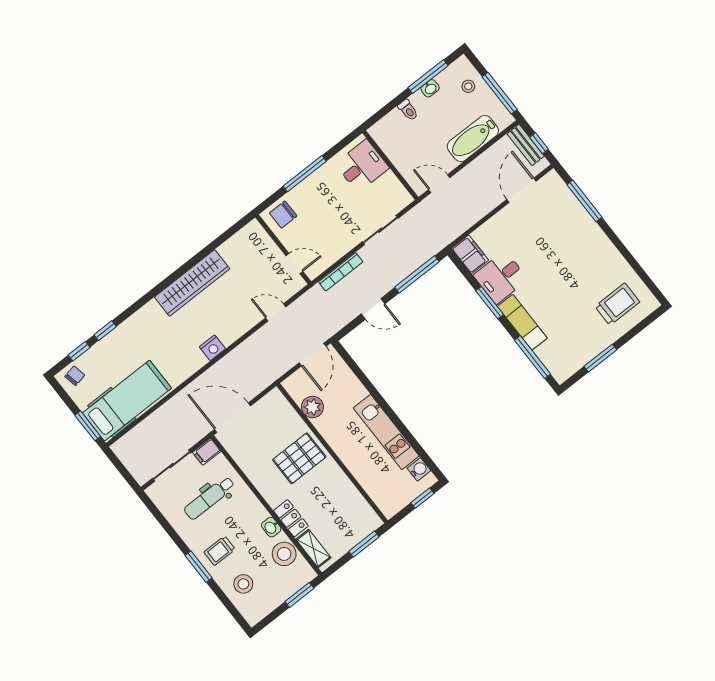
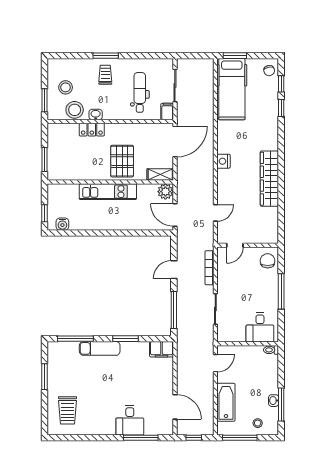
toilet: (408, 110) -> (271, 350), moved
bench: (526, 145) -> (199, 429), removed
desk: (501, 277) -> (130, 420), moved, turned 180
plant: (312, 407) -> (165, 192), moved
kitchen unit: (386, 432) -> (108, 192), moved, turned 180
shelving: (313, 548) -> (160, 175), moved
stool: (243, 584) -> (66, 87), moved

